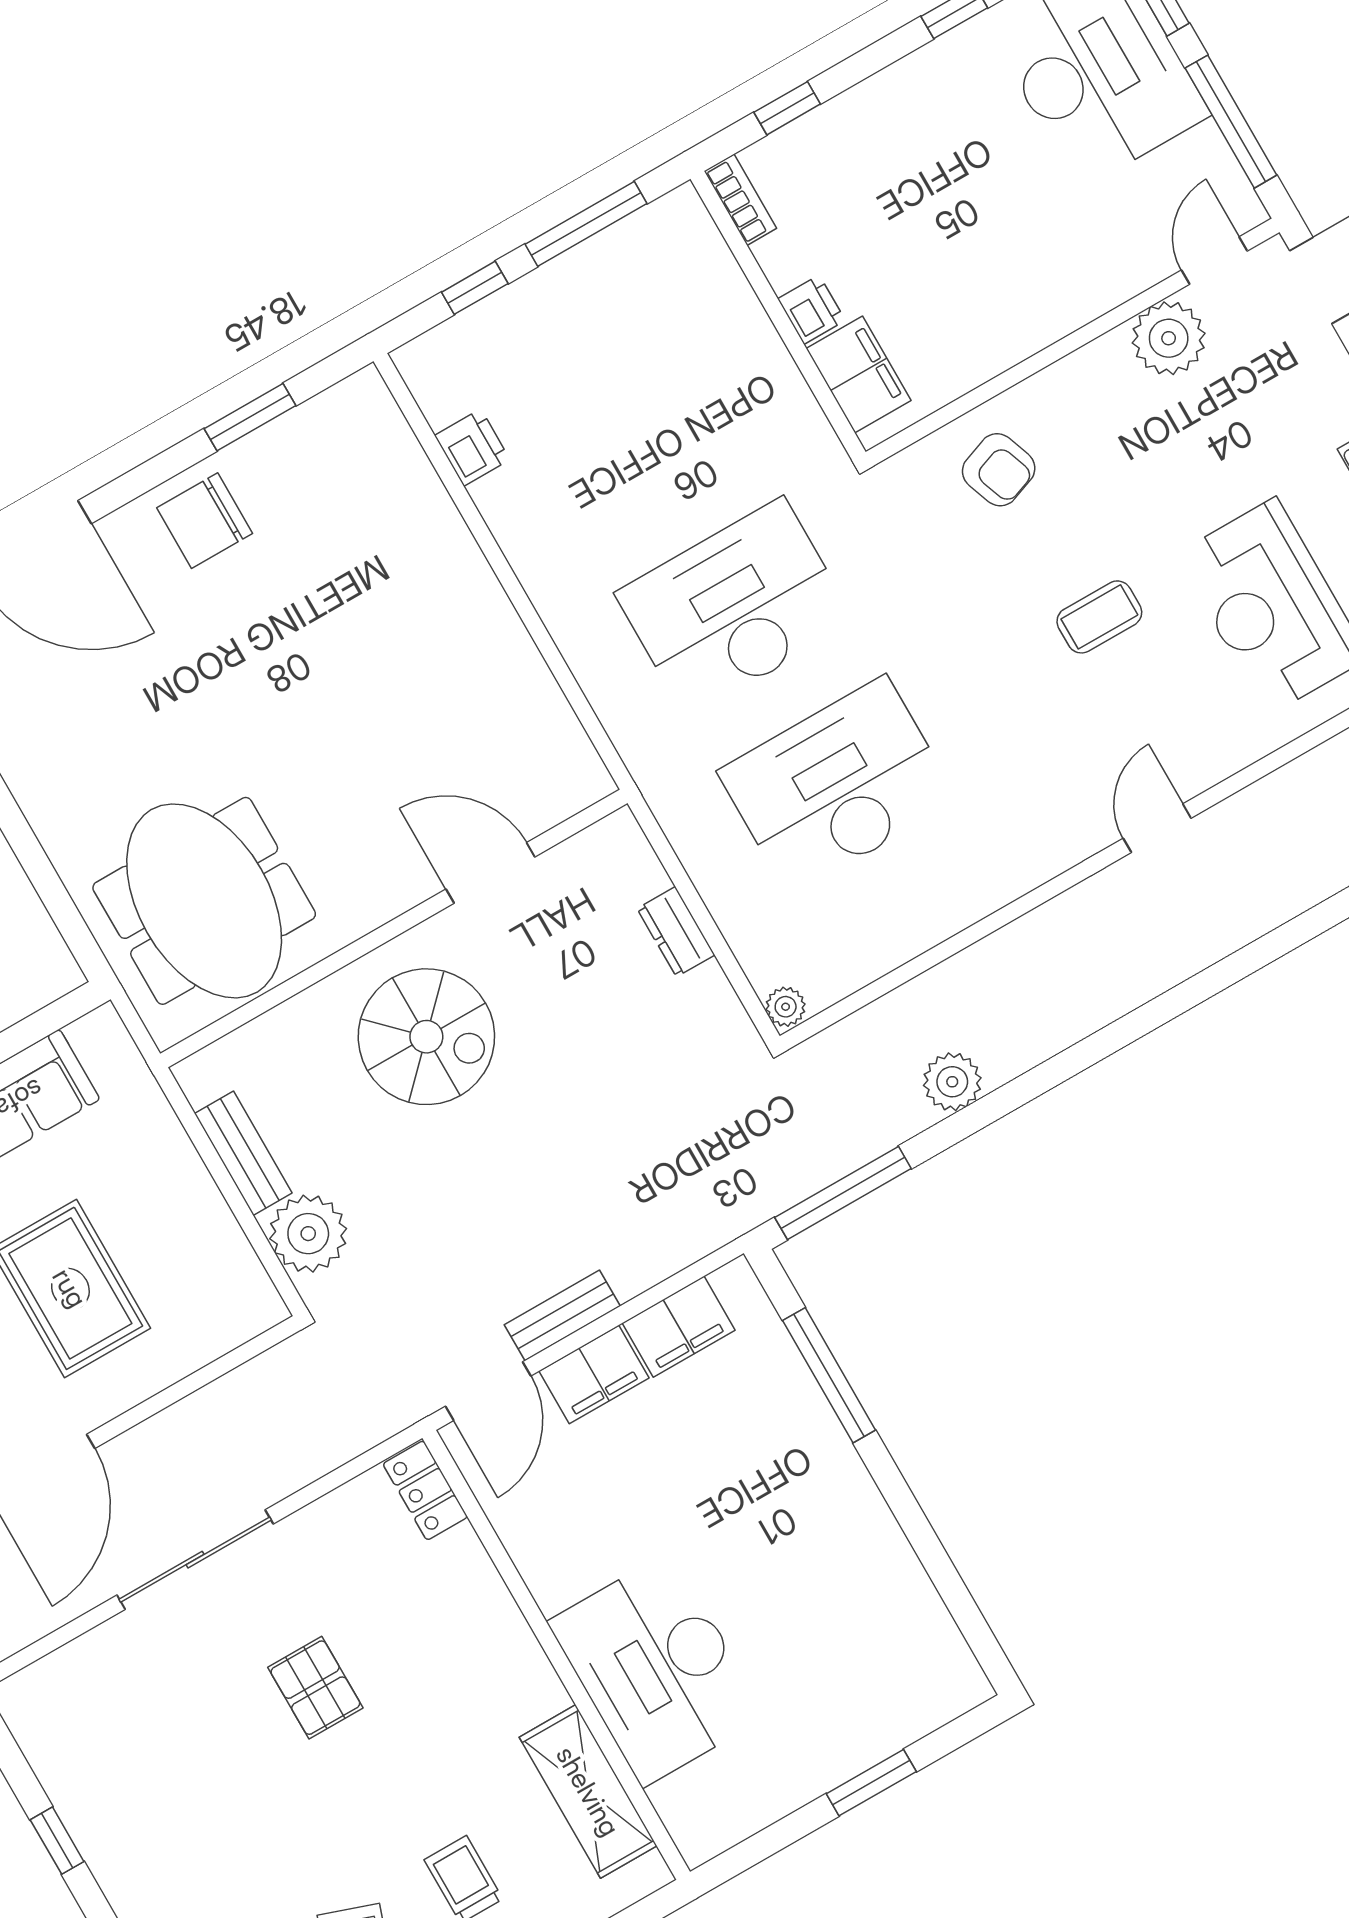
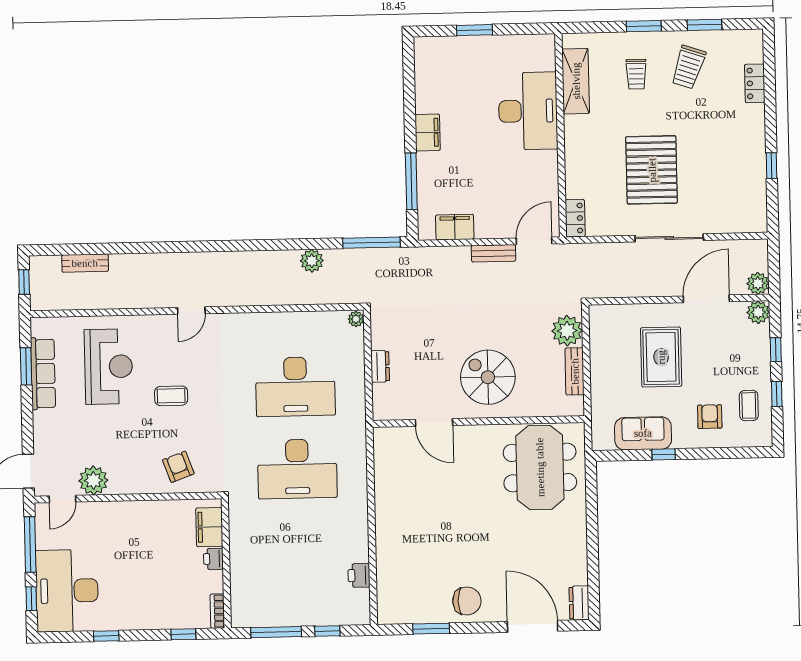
filing cabinet: (594, 1374) -> (428, 132), moved, turned 90
pallet: (315, 1688) -> (652, 170), width x2.05, depth x2.00

